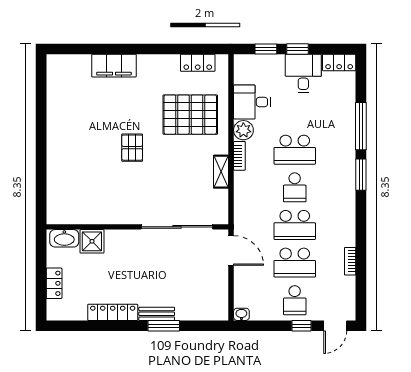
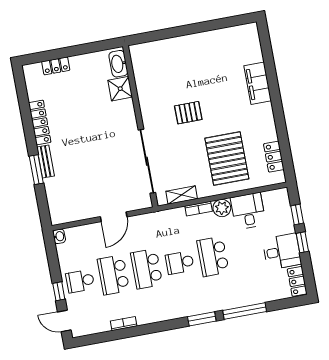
wall: (137, 227) -> (140, 126), moved
sliding door: (177, 227) -> (147, 161), moved
washbasin: (64, 238) -> (118, 64), moved
shower: (92, 241) -> (120, 89), moved

